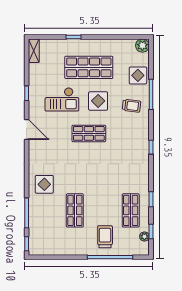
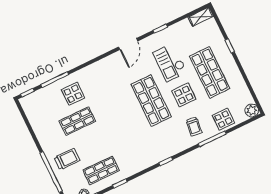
shop shelf: (89, 133) -> (151, 101), width x1.43, depth x1.36
display table: (44, 184) -> (73, 94), moved

